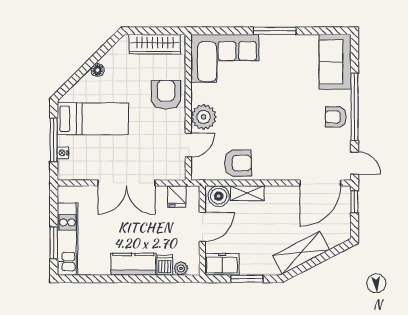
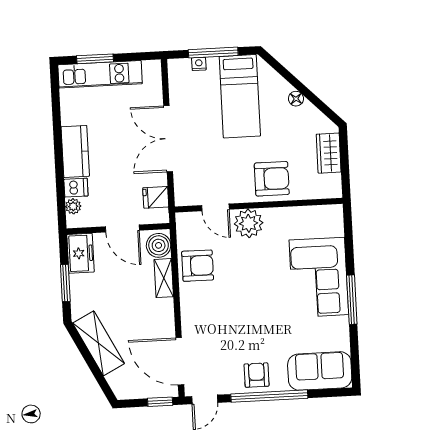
wardrobe: (155, 44) -> (329, 153), width x0.67
corner sofa: (225, 58) -> (319, 277), moved
armchair: (238, 163) -> (198, 266), turned -89

